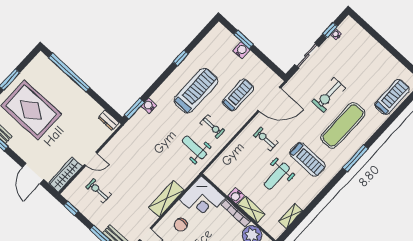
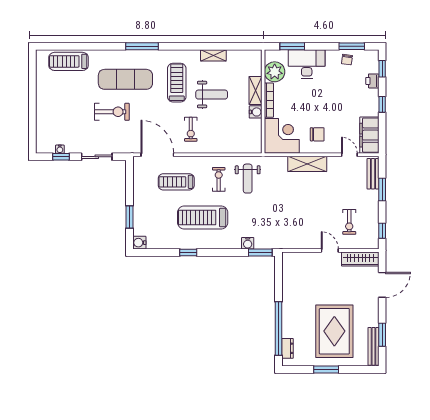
water cooler: (241, 50) -> (139, 243), moved
dresser: (109, 120) -> (287, 348), moved
shelving: (291, 216) -> (213, 55), moved

